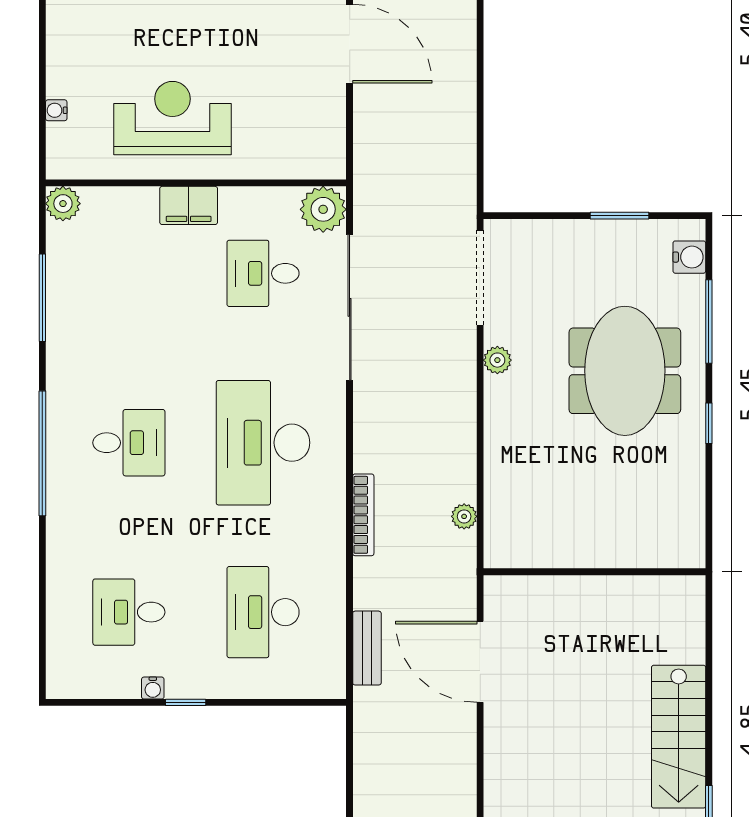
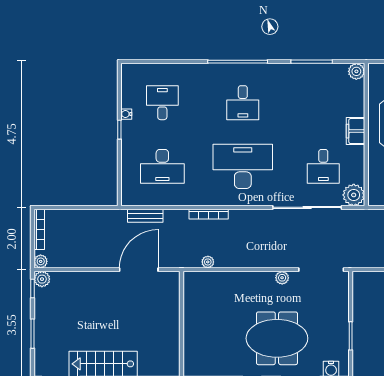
desk: (263, 273) -> (323, 166), turned 180
desk: (263, 612) -> (162, 166), turned 180

